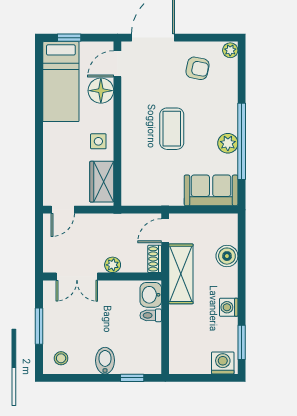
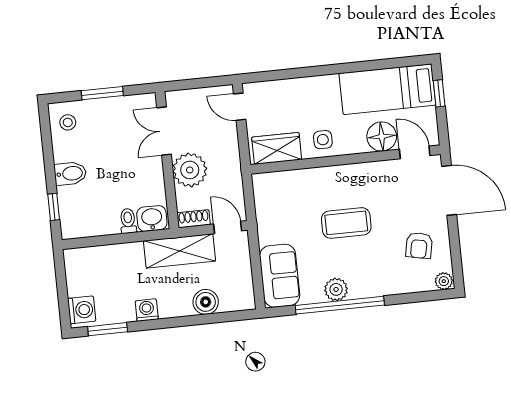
plant: (113, 265) -> (190, 170), width x1.88, depth x1.88

